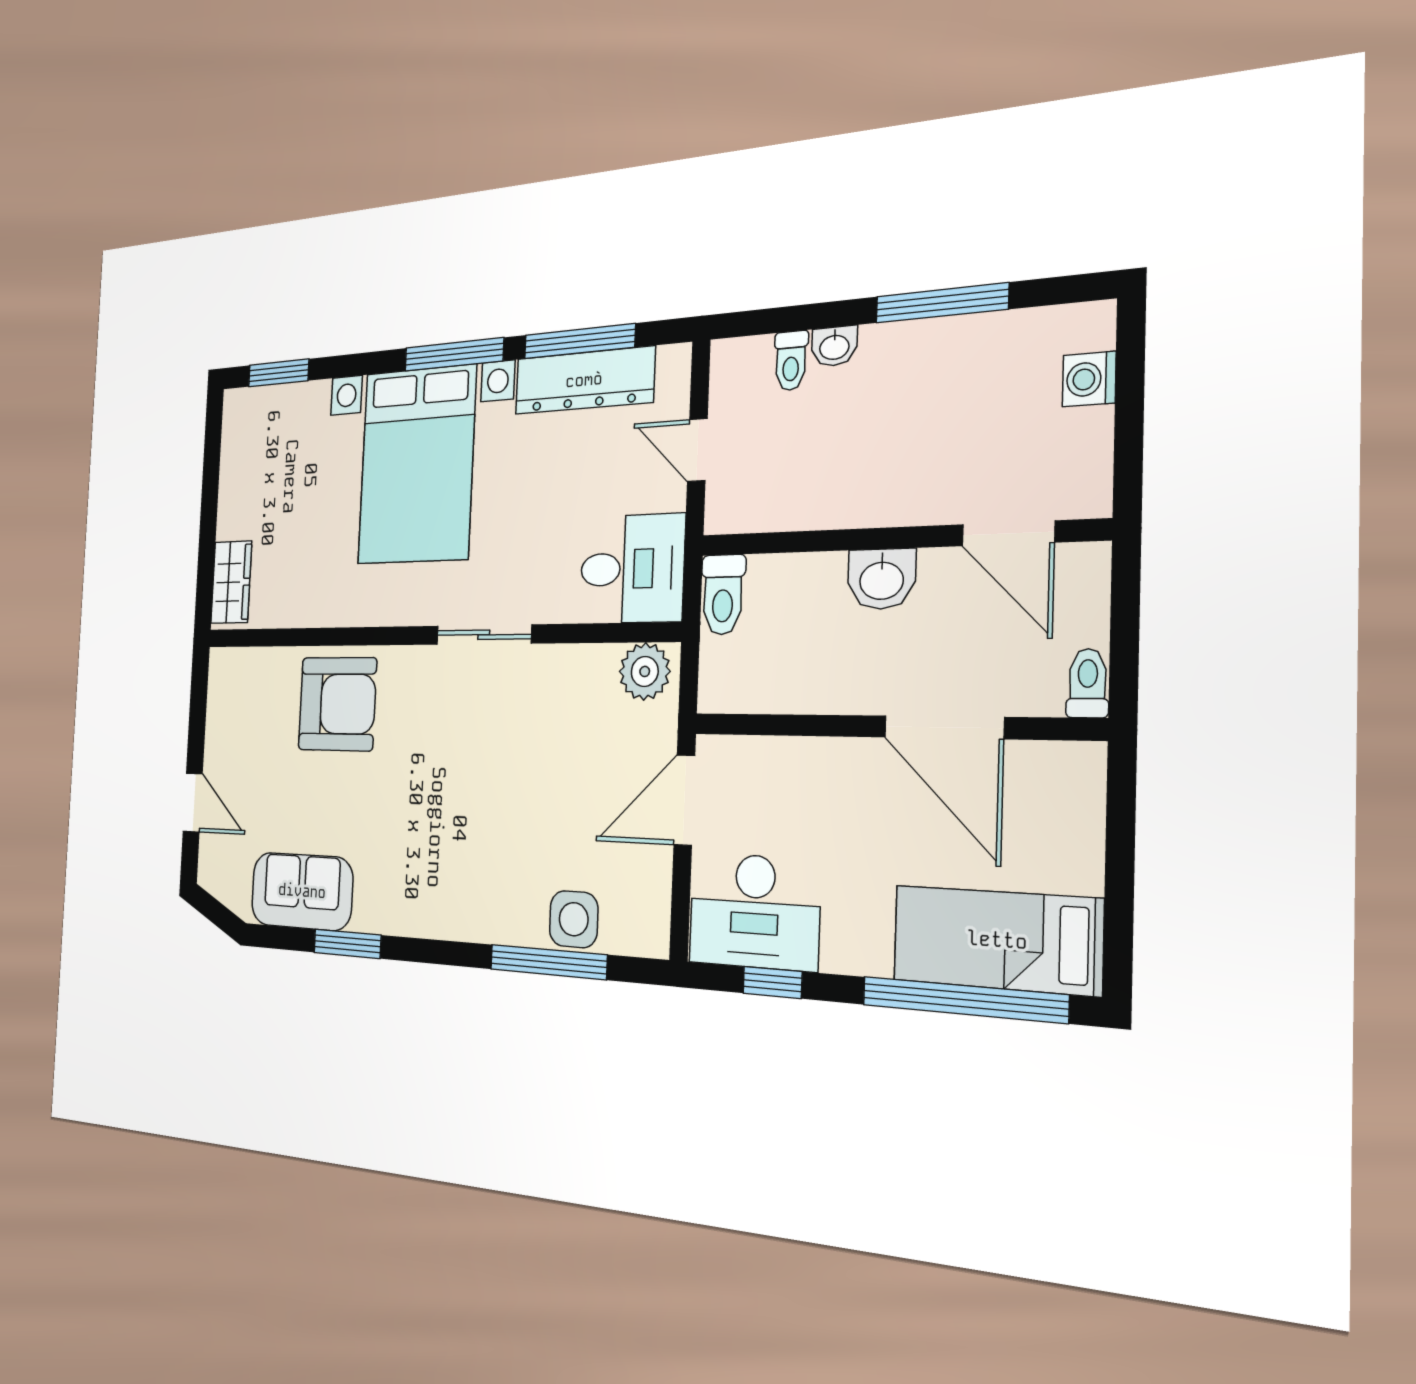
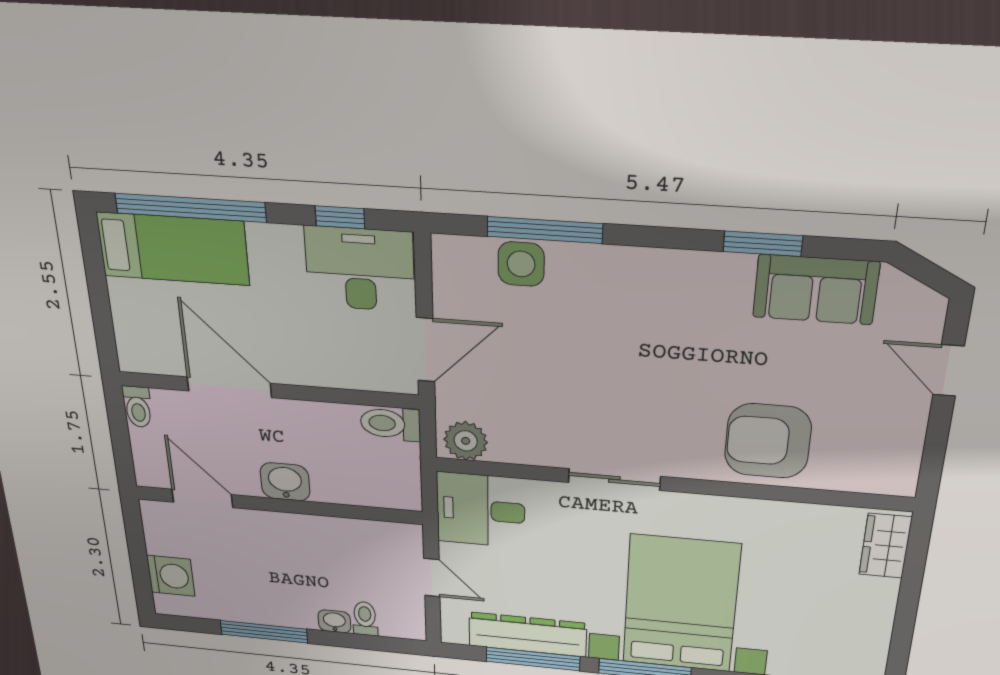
washing machine: (1089, 379) -> (171, 576), width x1.38, depth x1.38
toilet: (723, 595) -> (390, 424), moved, turned -90

